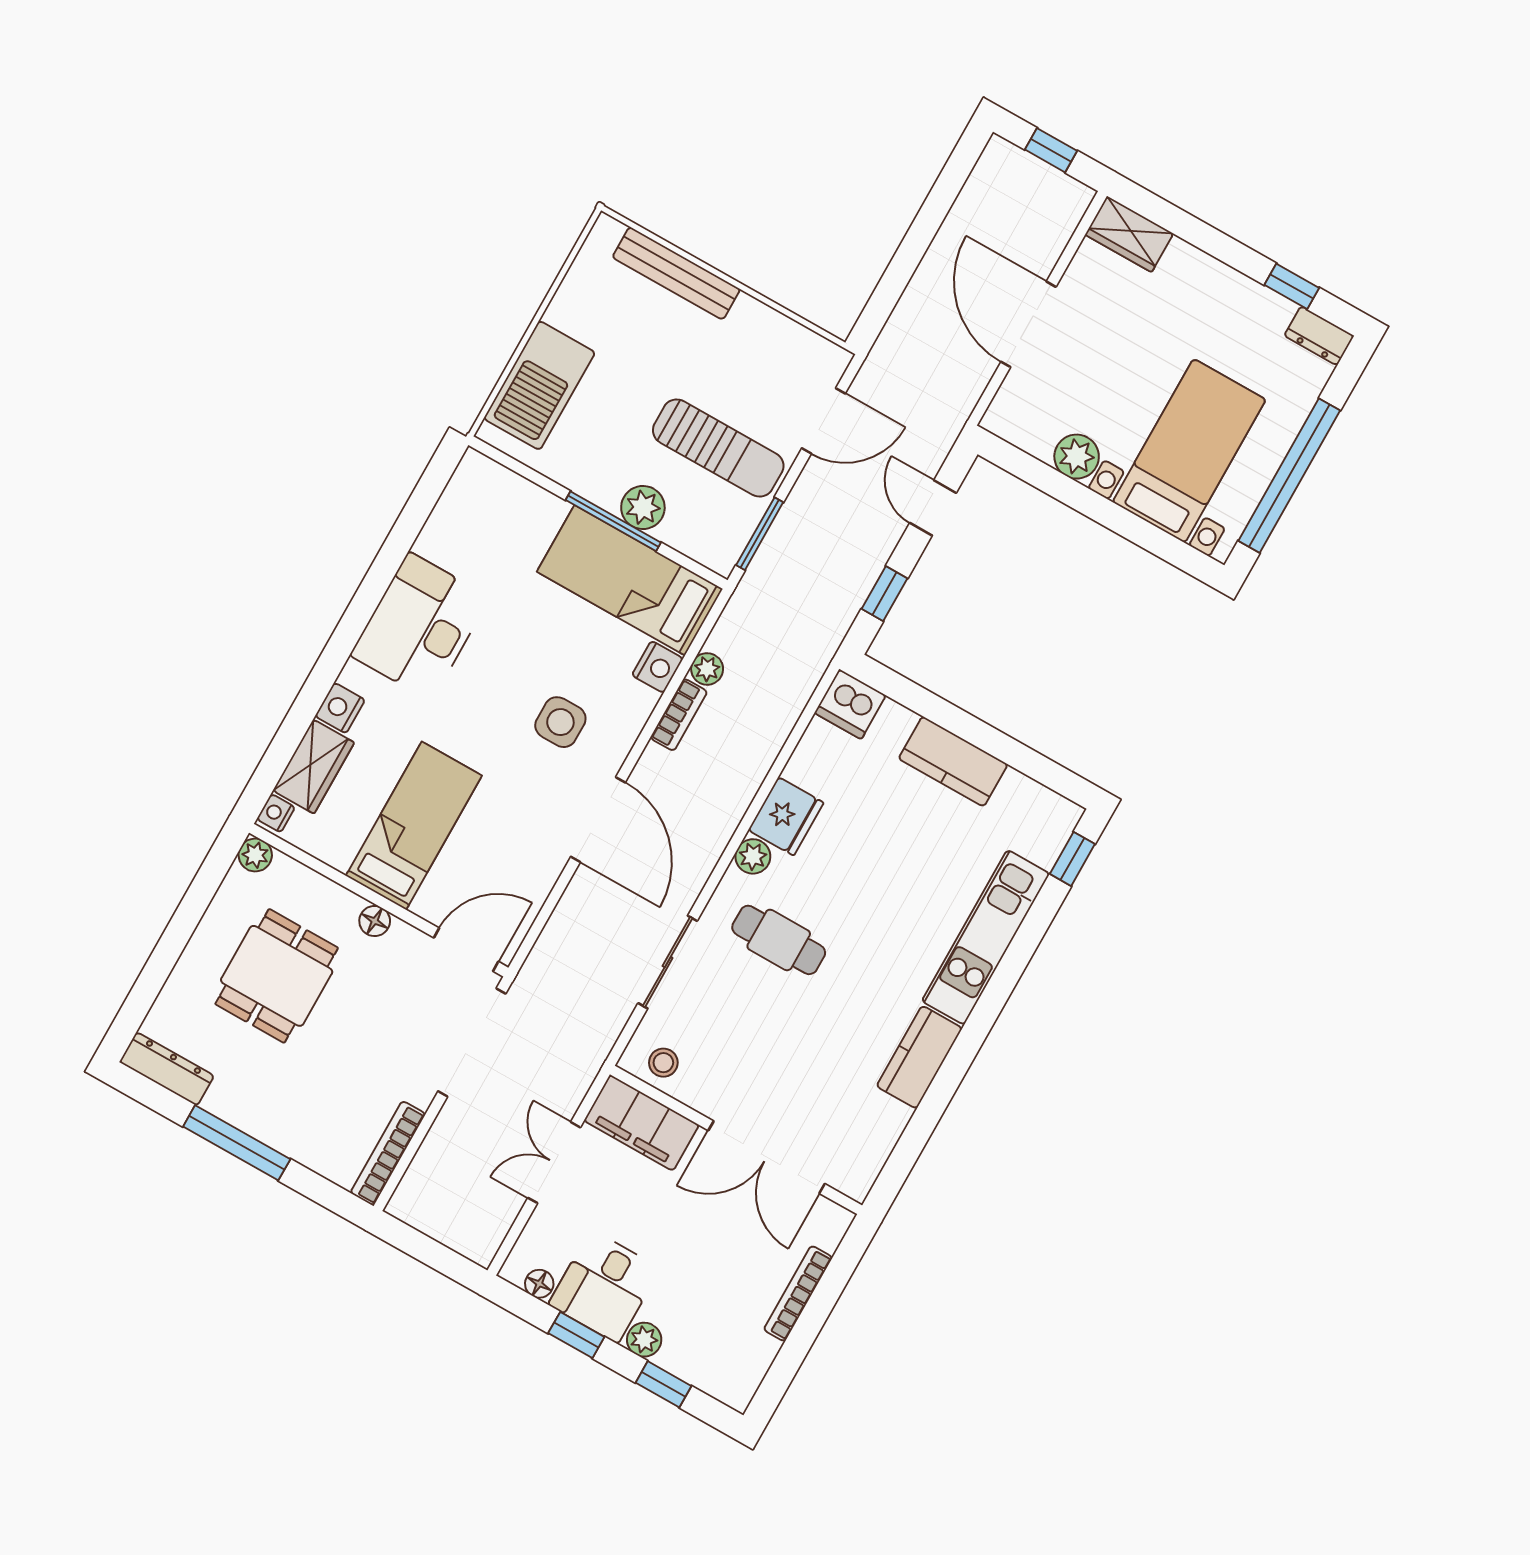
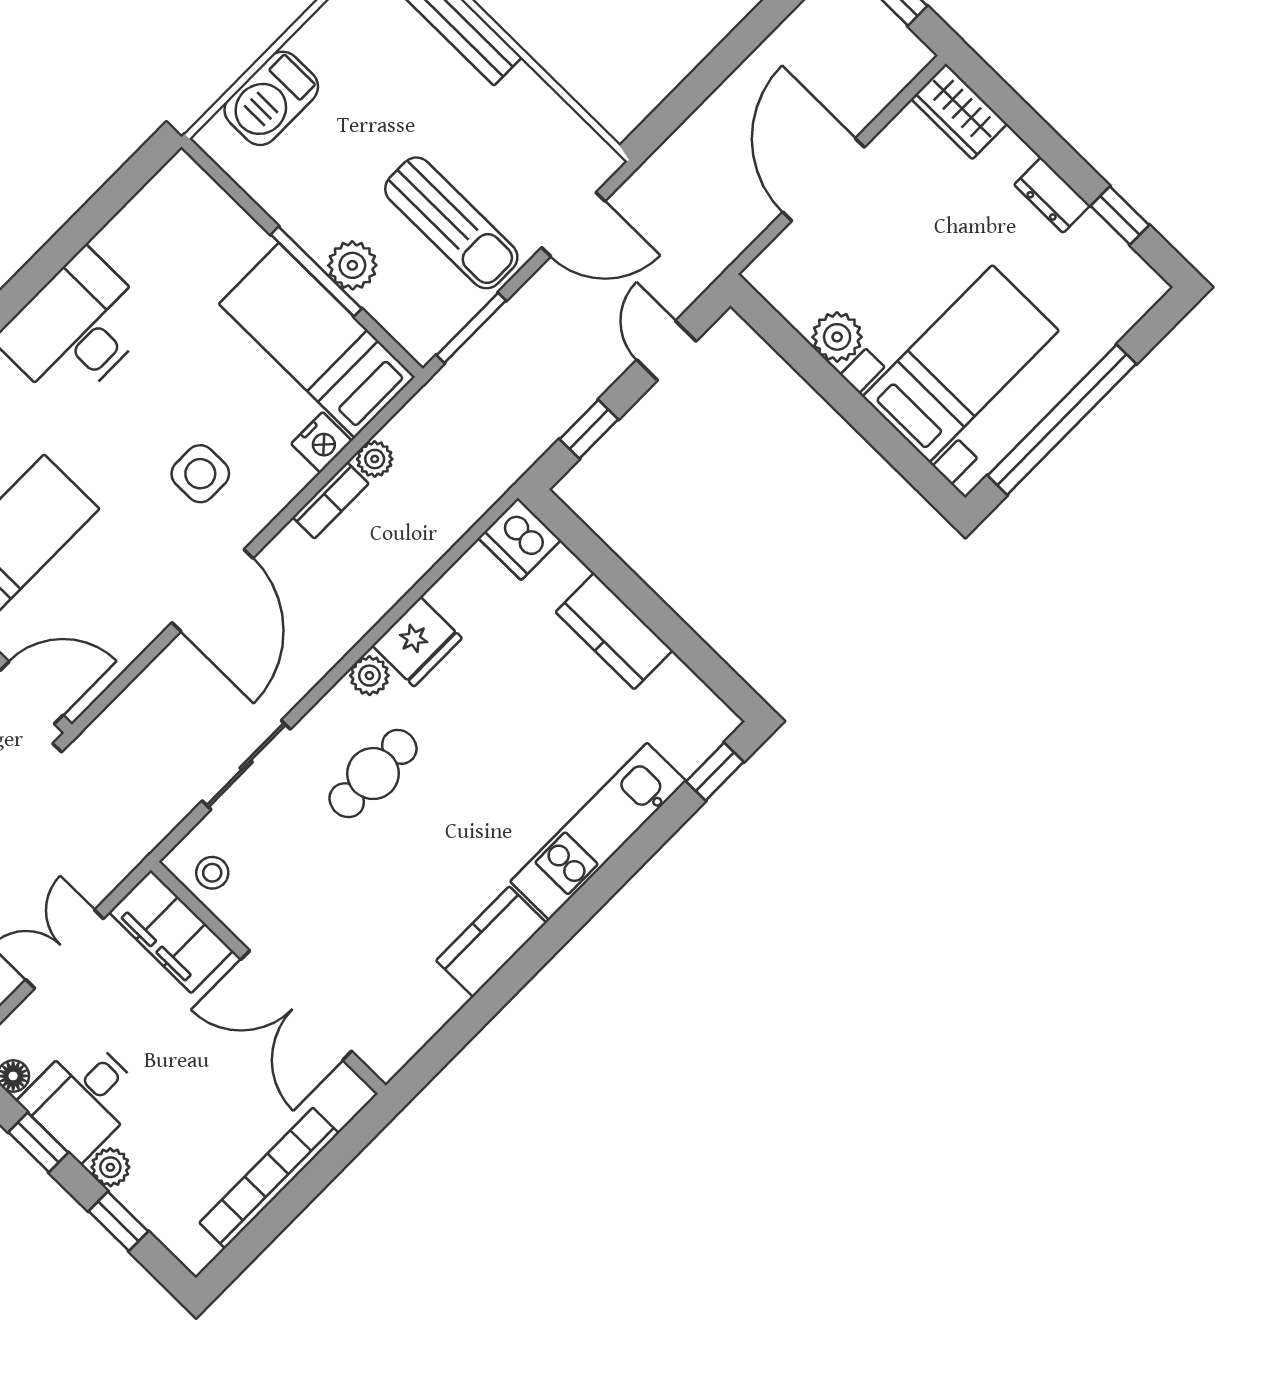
dresser: (1319, 336) -> (1052, 195), moved
barbecue: (539, 385) -> (271, 98), width x0.73, depth x0.83
cafe table: (779, 940) -> (373, 774), turned 90
bookcase: (798, 1293) -> (269, 1178), width x1.48, depth x1.31

